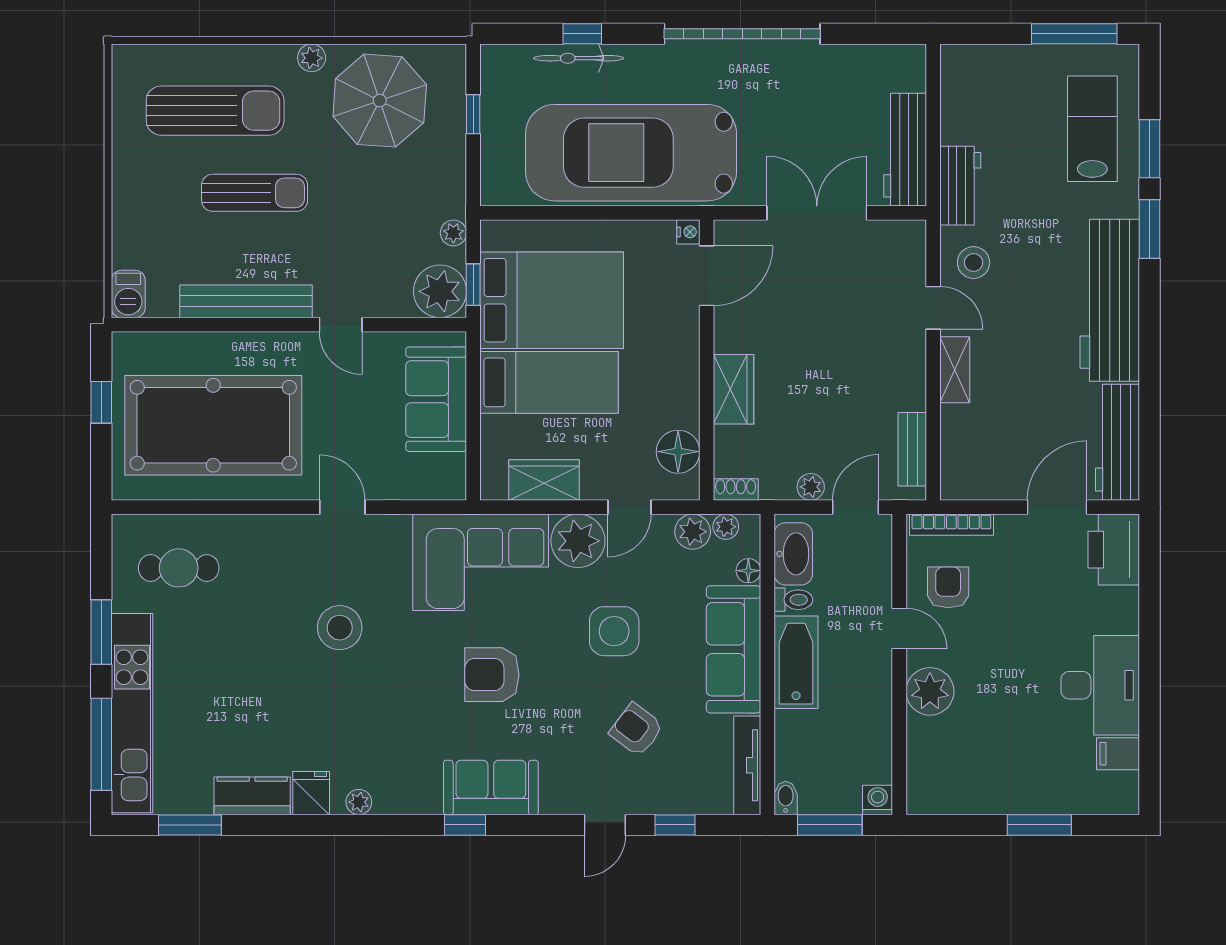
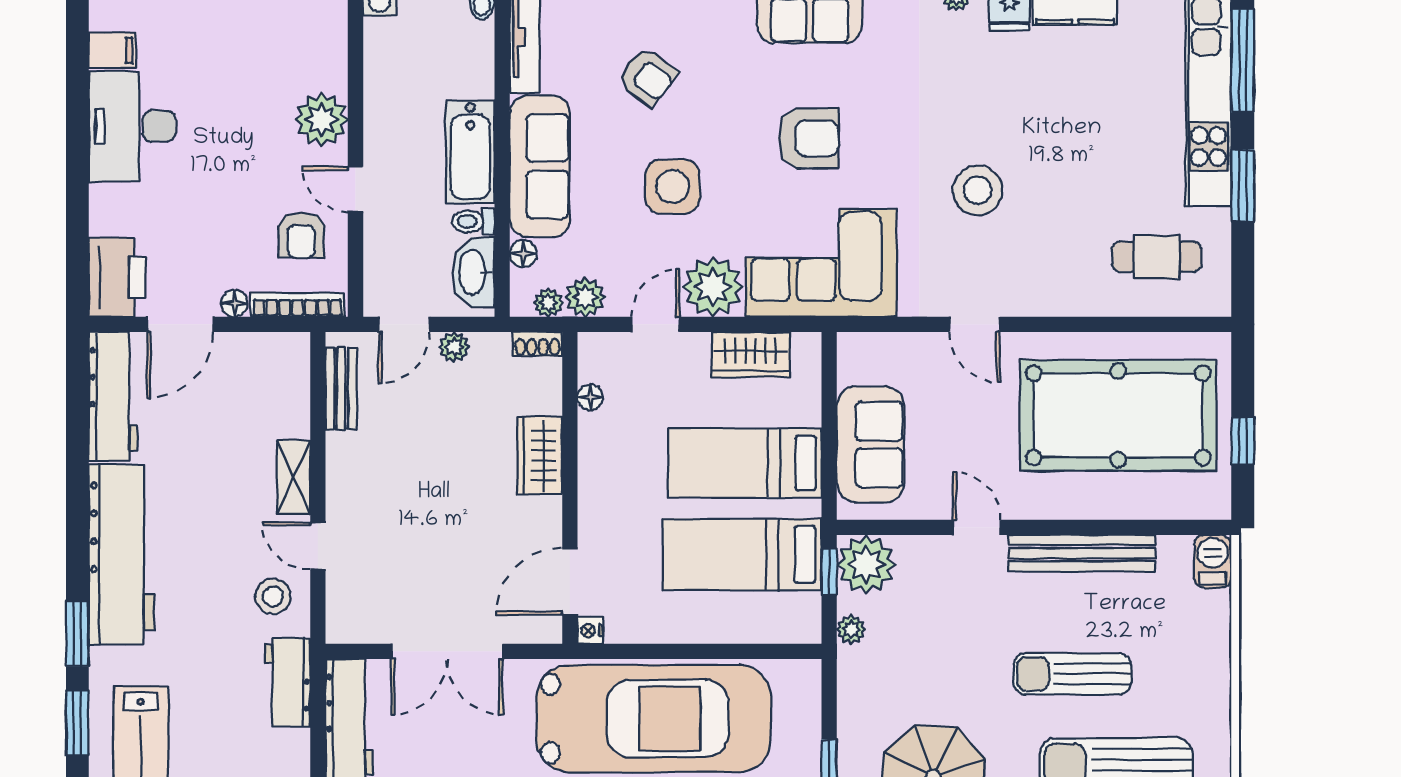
bed: (552, 300) -> (742, 554), width x0.67
floor lamp: (678, 452) -> (590, 397), width x0.53, depth x0.53
floor lamp: (1008, 526) -> (234, 303), added

